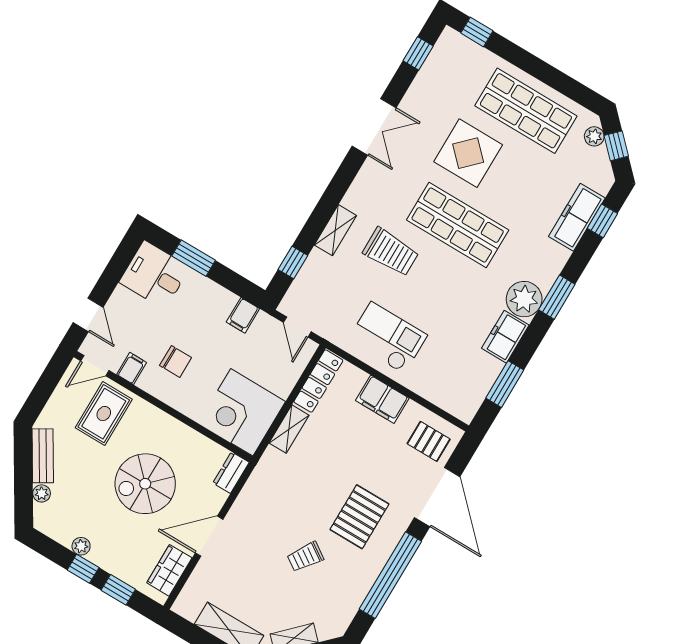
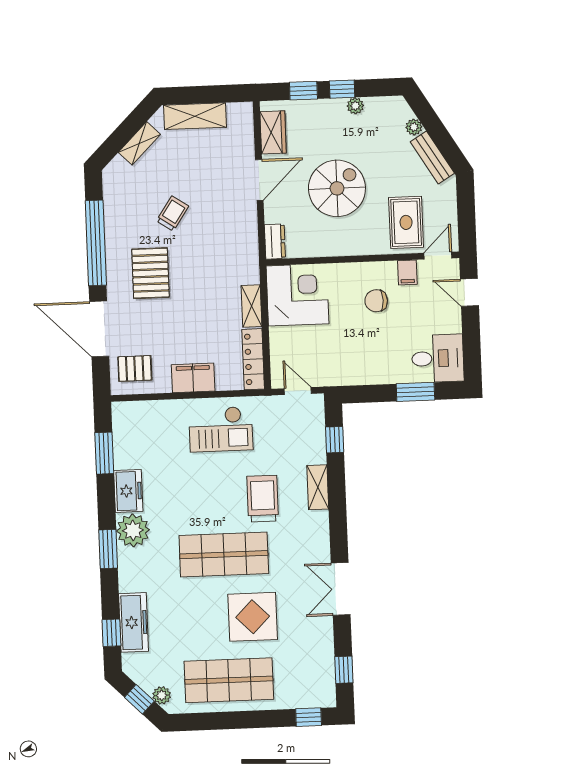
trolley: (391, 252) -> (263, 499), turned 90
filing cabinet: (243, 315) -> (347, 372), removed

